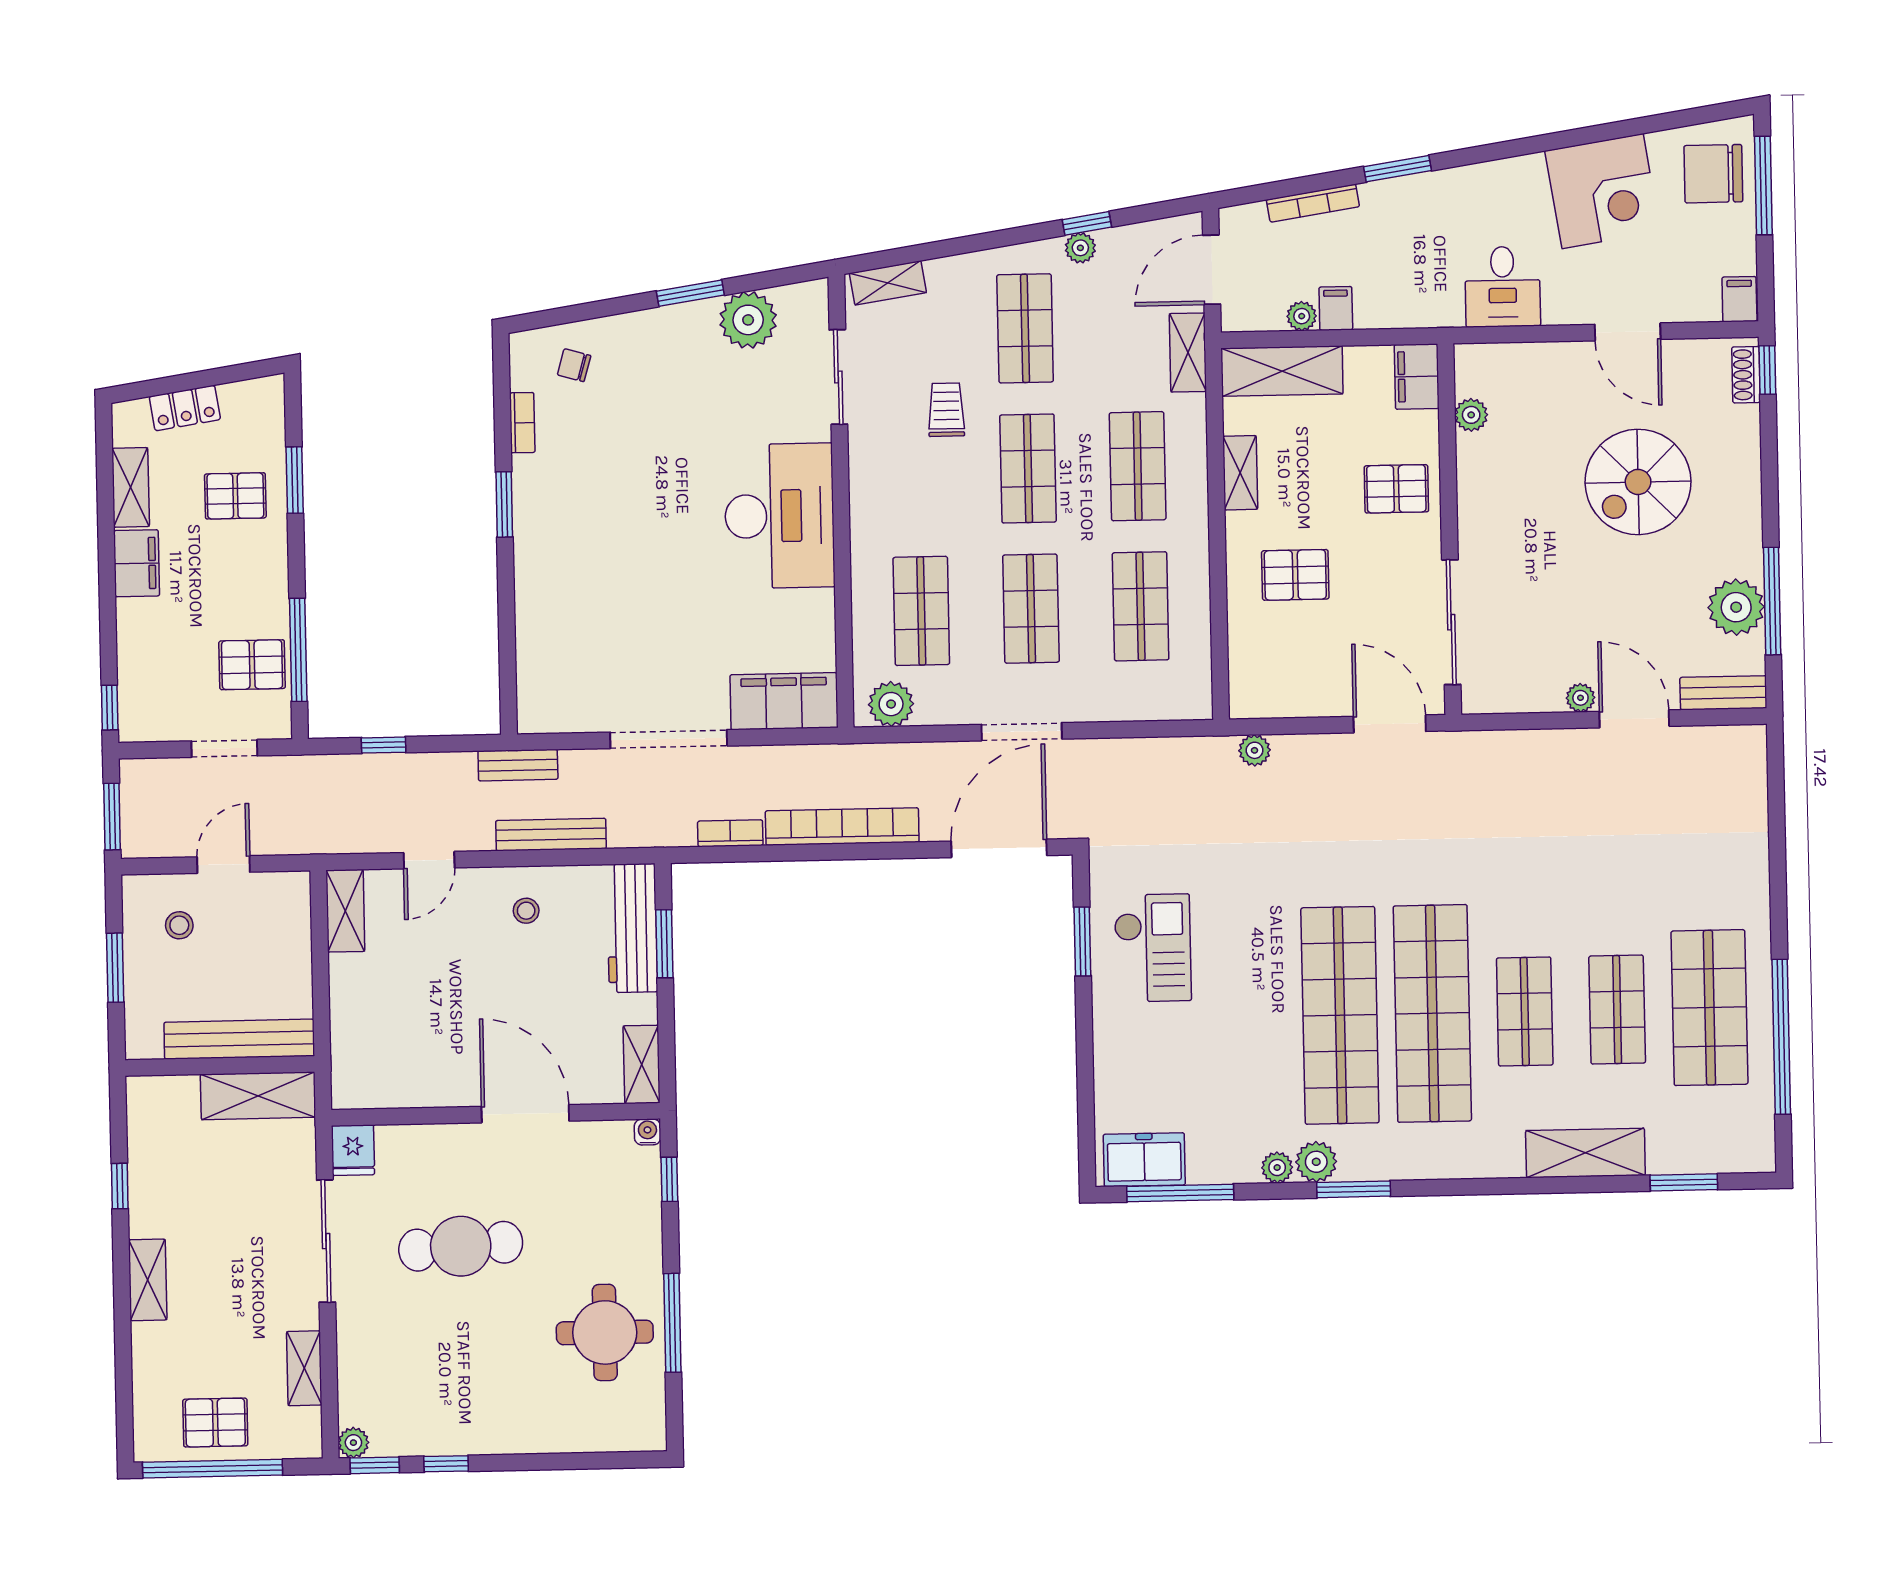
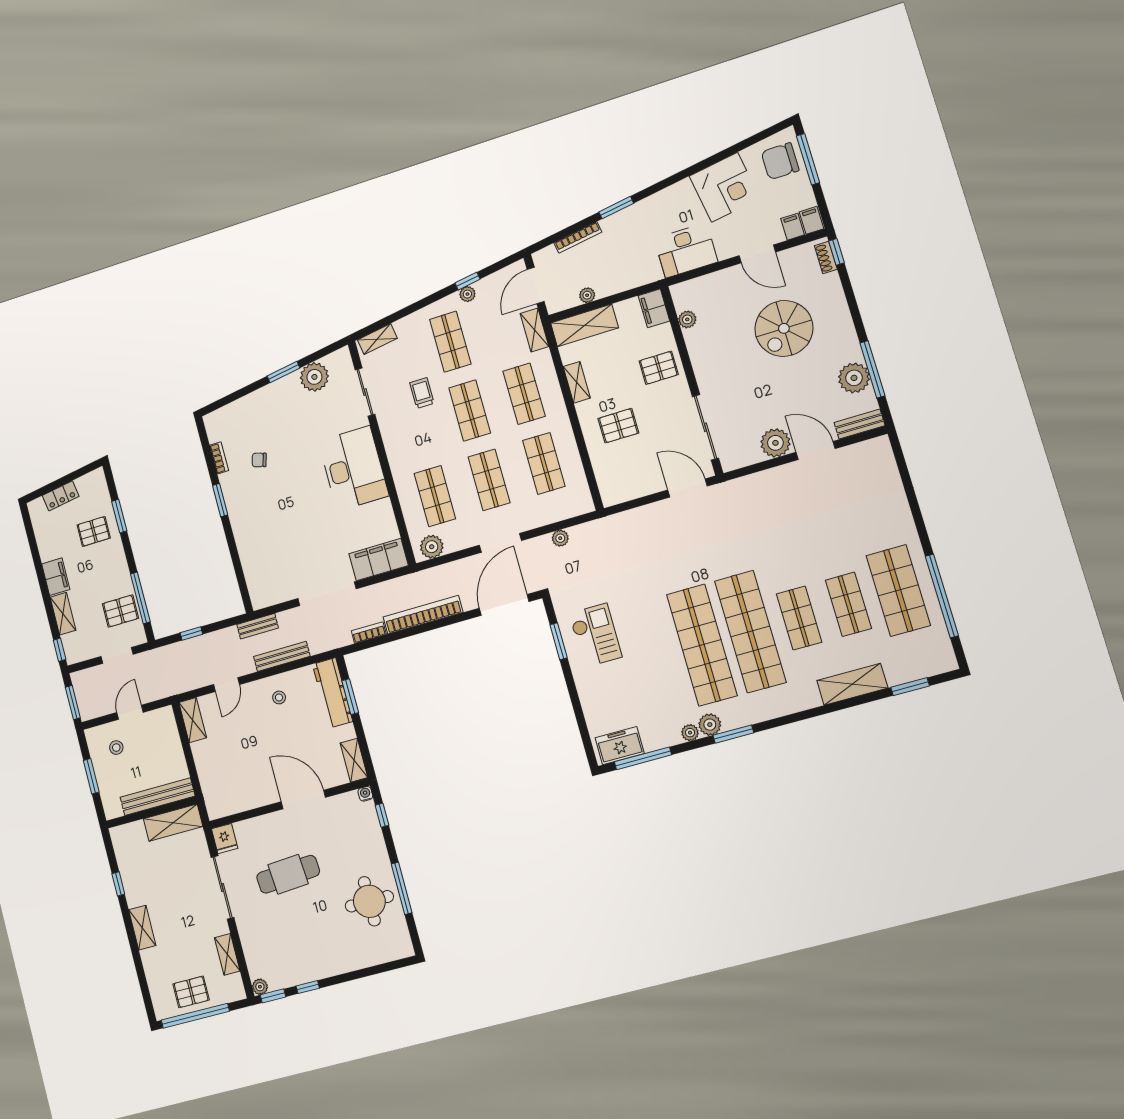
desk: (1503, 287) -> (686, 250), width x1.37
filing cabinet: (1336, 308) -> (793, 227), moved
chair: (574, 365) -> (259, 460), moved
shelving: (131, 487) -> (63, 614), moved
plant: (1580, 698) -> (775, 443), width x1.88, depth x1.88
plant: (1255, 750) -> (560, 538), moved

